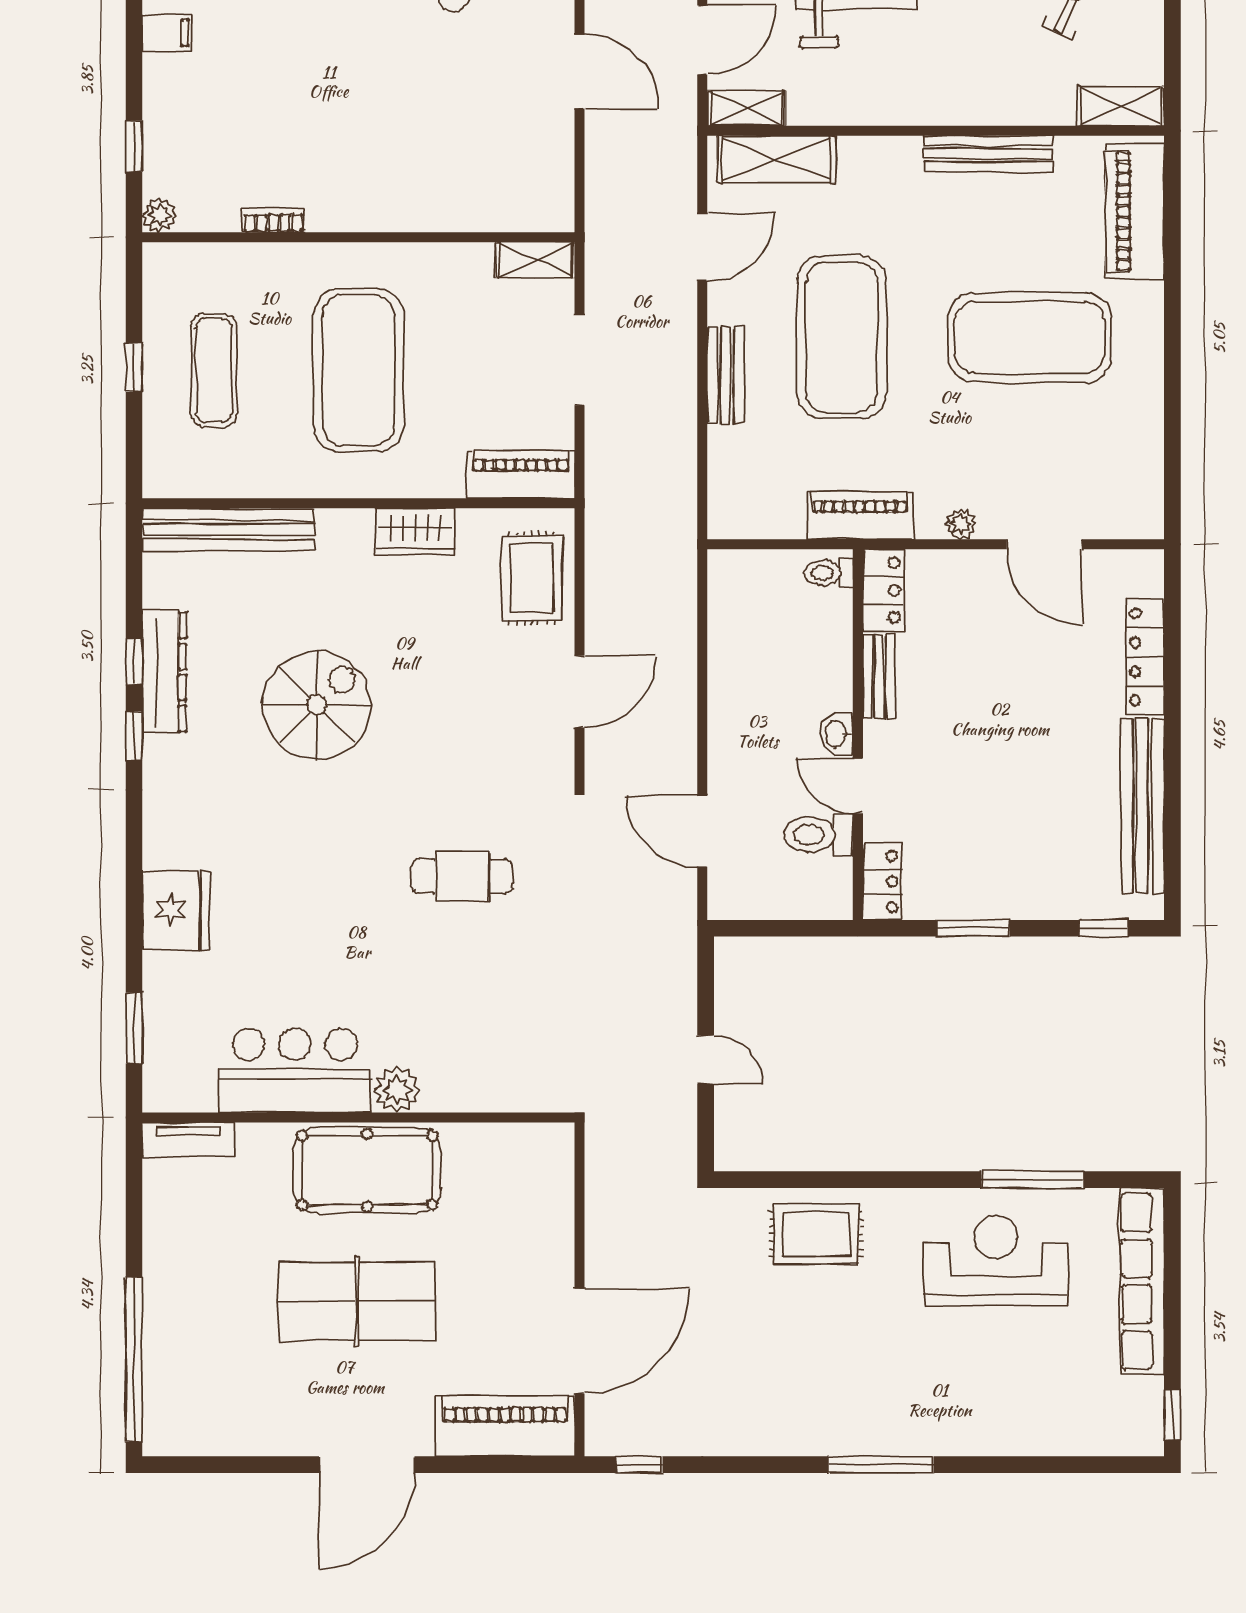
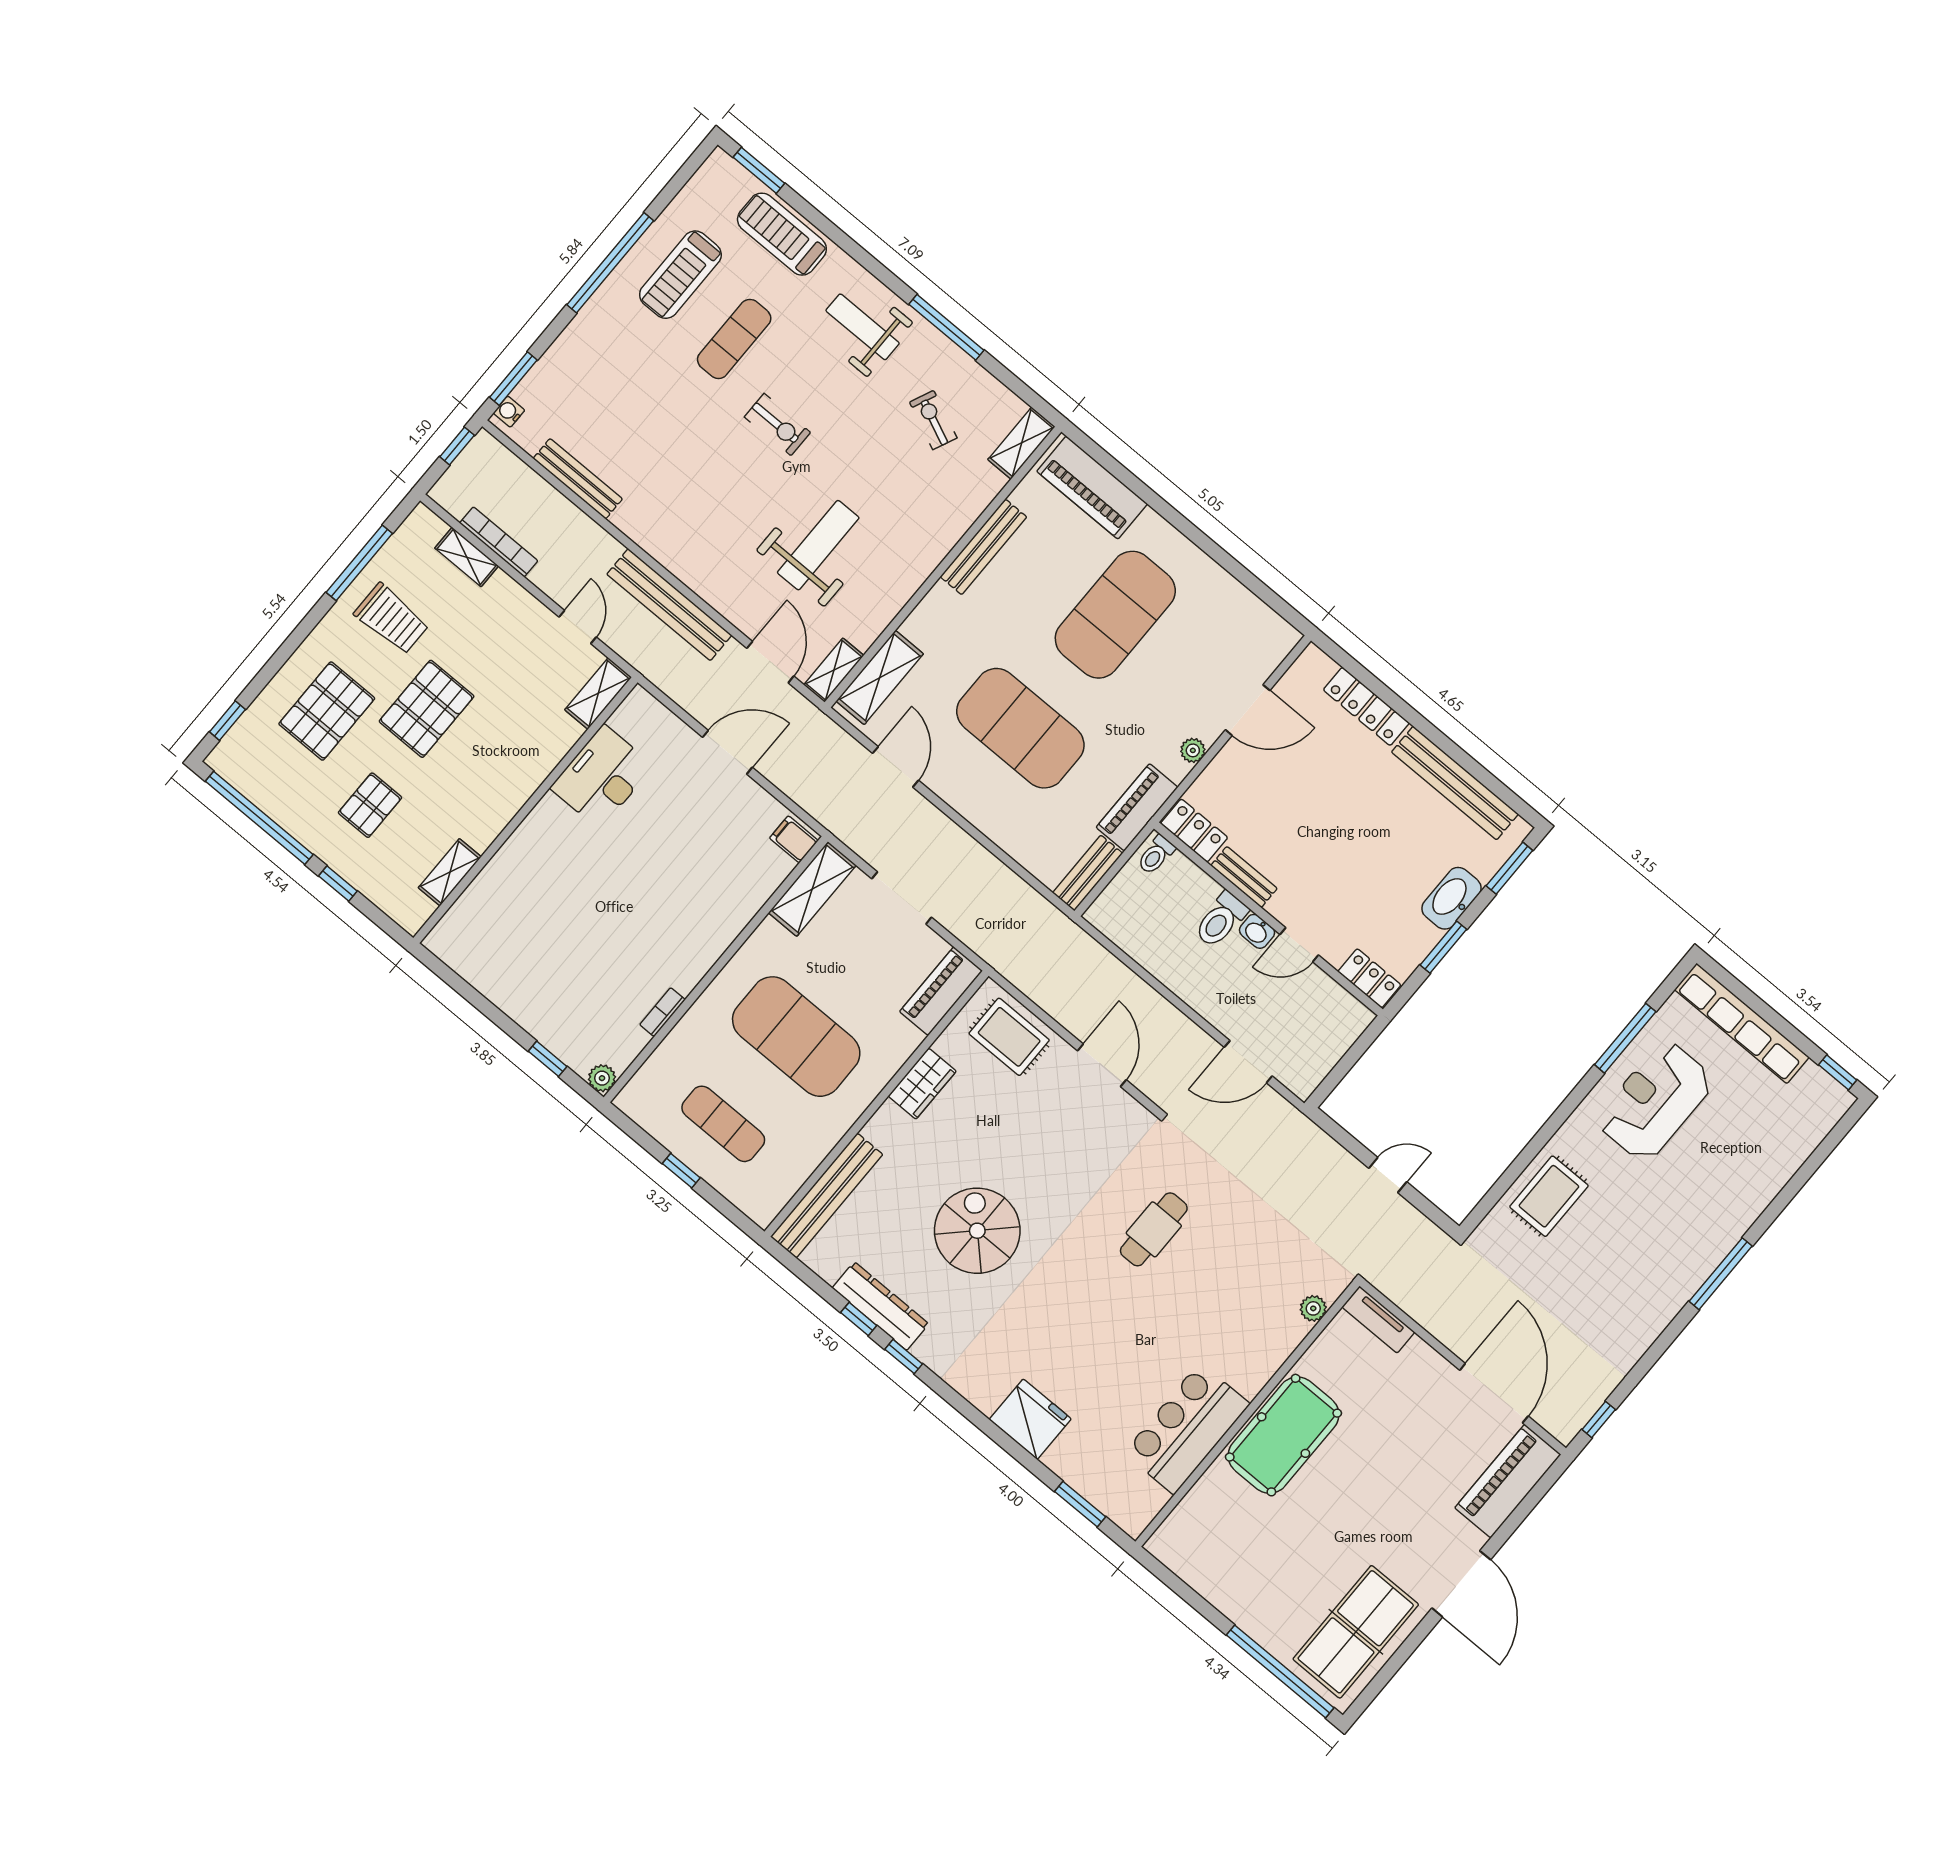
filing cabinet: (167, 33) -> (794, 839), moved, turned -90
shelving: (535, 260) -> (812, 889), width x1.50, depth x1.33
bench: (726, 375) -> (1088, 873), moved, turned 90
toilet: (818, 835) -> (1221, 920), moved
washbasin: (1027, 896) -> (1451, 898), added
window: (1104, 928) -> (1509, 868), width x1.50
plant: (397, 1090) -> (1313, 1308), moved, width x0.73, depth x0.73
tv unit: (188, 1140) -> (1378, 1320), moved, turned 90
table tennis table: (357, 1301) -> (1356, 1632), moved

